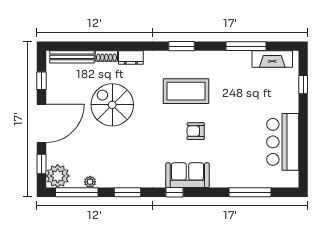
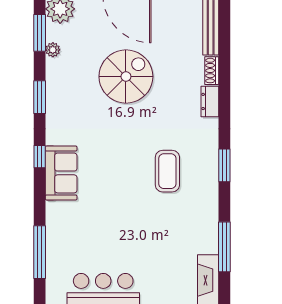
coffee table: (186, 91) -> (167, 171), width x0.73, depth x0.76
spiral stairs: (112, 105) -> (126, 77), moved
armchair: (196, 131) -> (117, 183), removed
window: (77, 192) -> (40, 33), width x0.69

